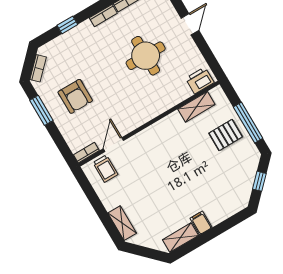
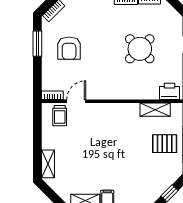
round table: (146, 56) -> (140, 49), turned 45

